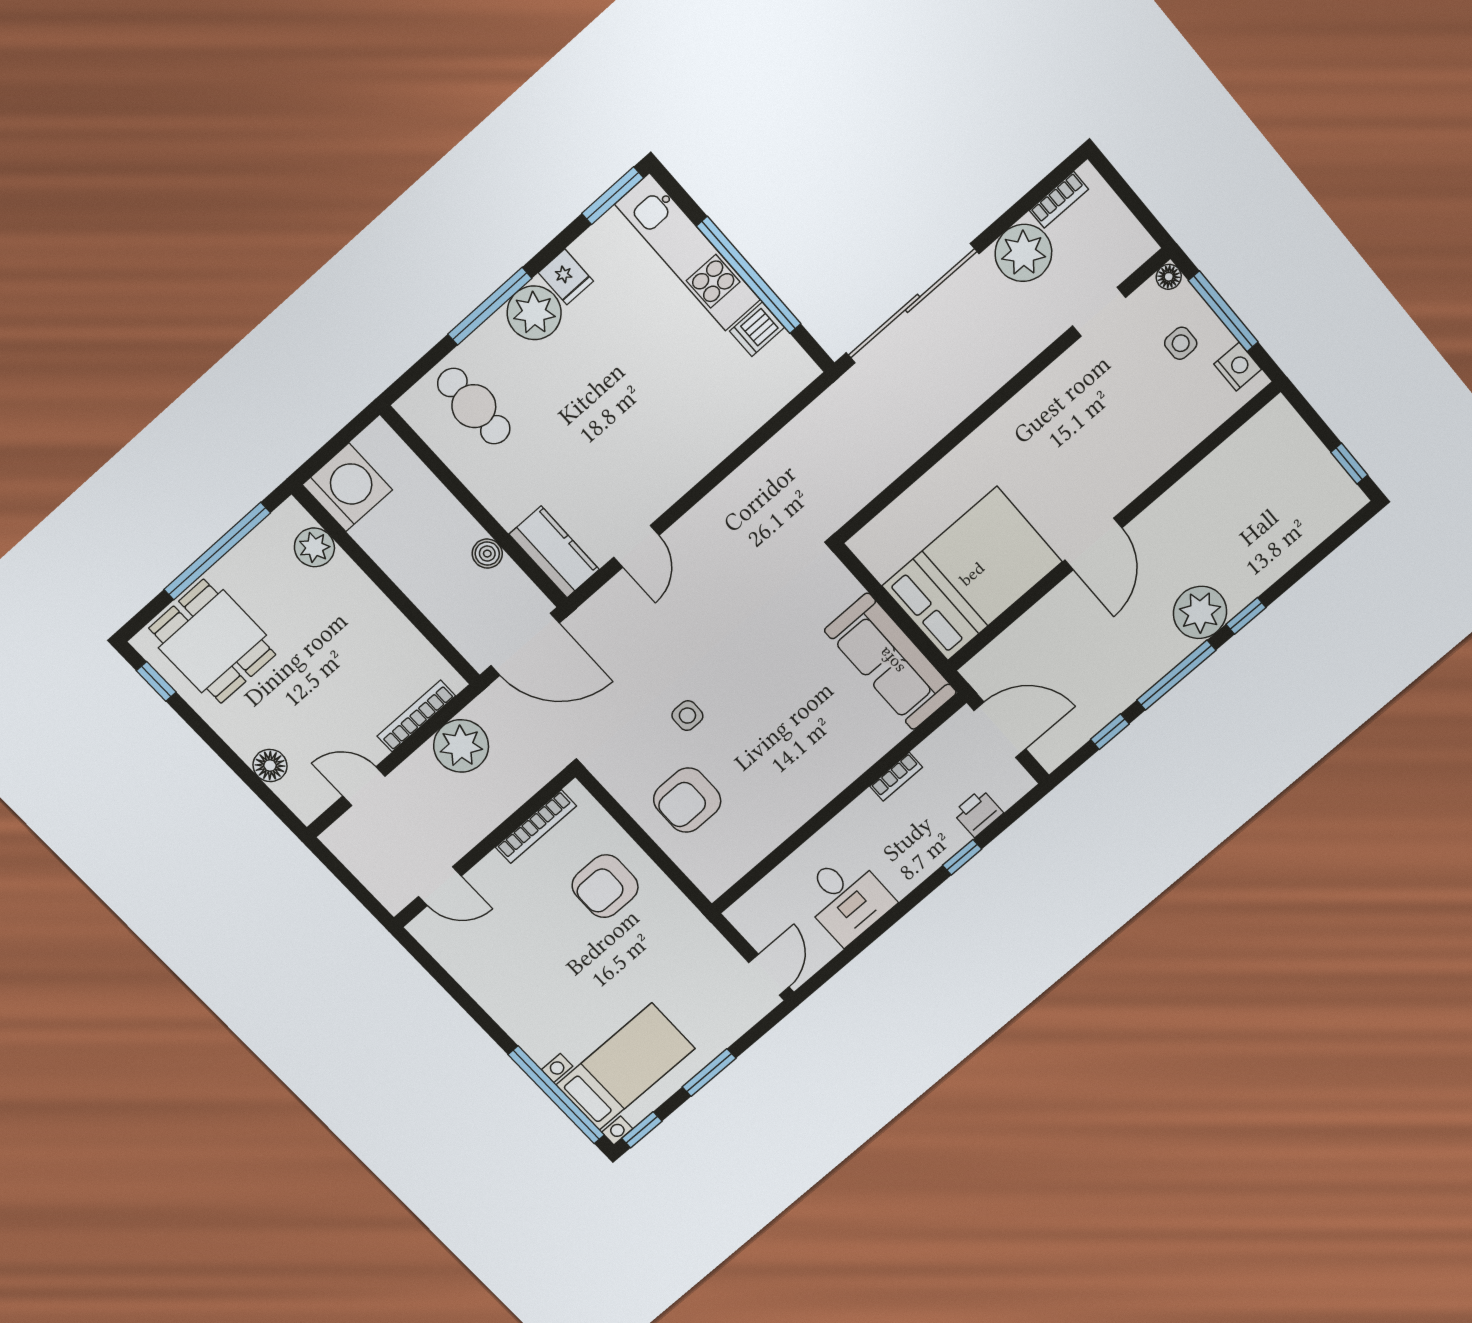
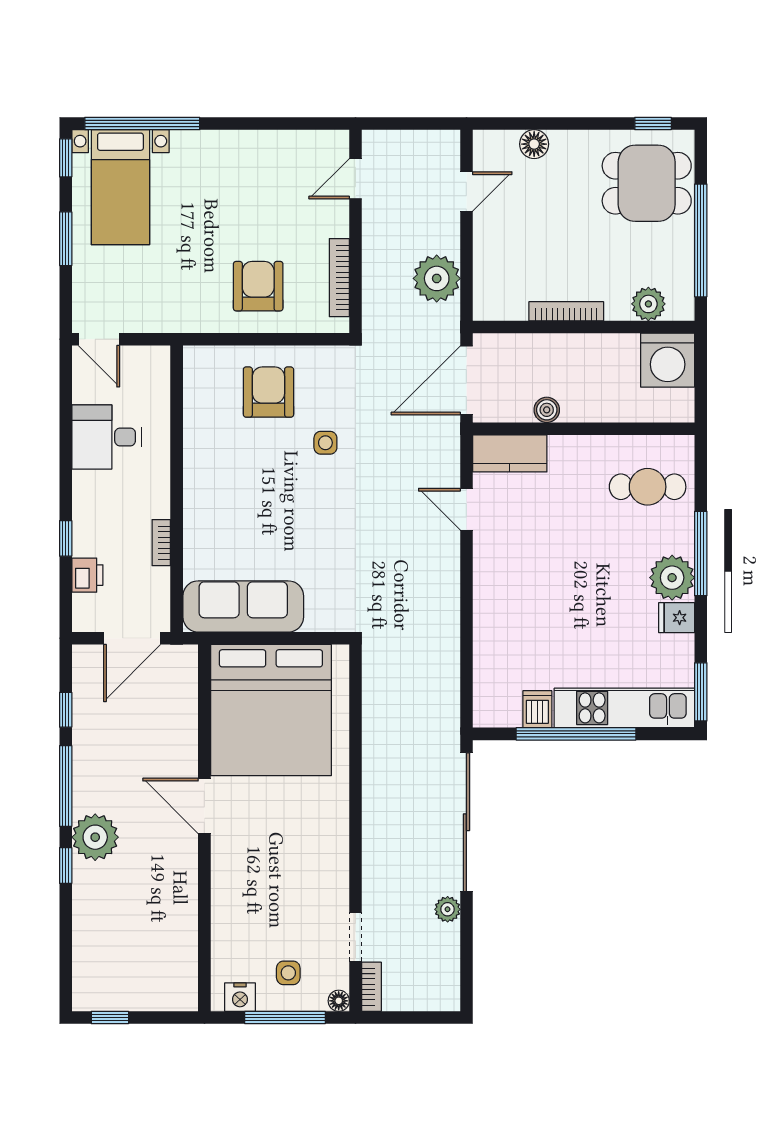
bookcase: (1059, 200) -> (371, 987), moved, turned 180
plant: (1023, 253) -> (448, 909), width x0.53, depth x0.53
bed: (972, 574) -> (271, 710), width x1.36
bookcase: (416, 716) -> (566, 311), moved, turned -90

